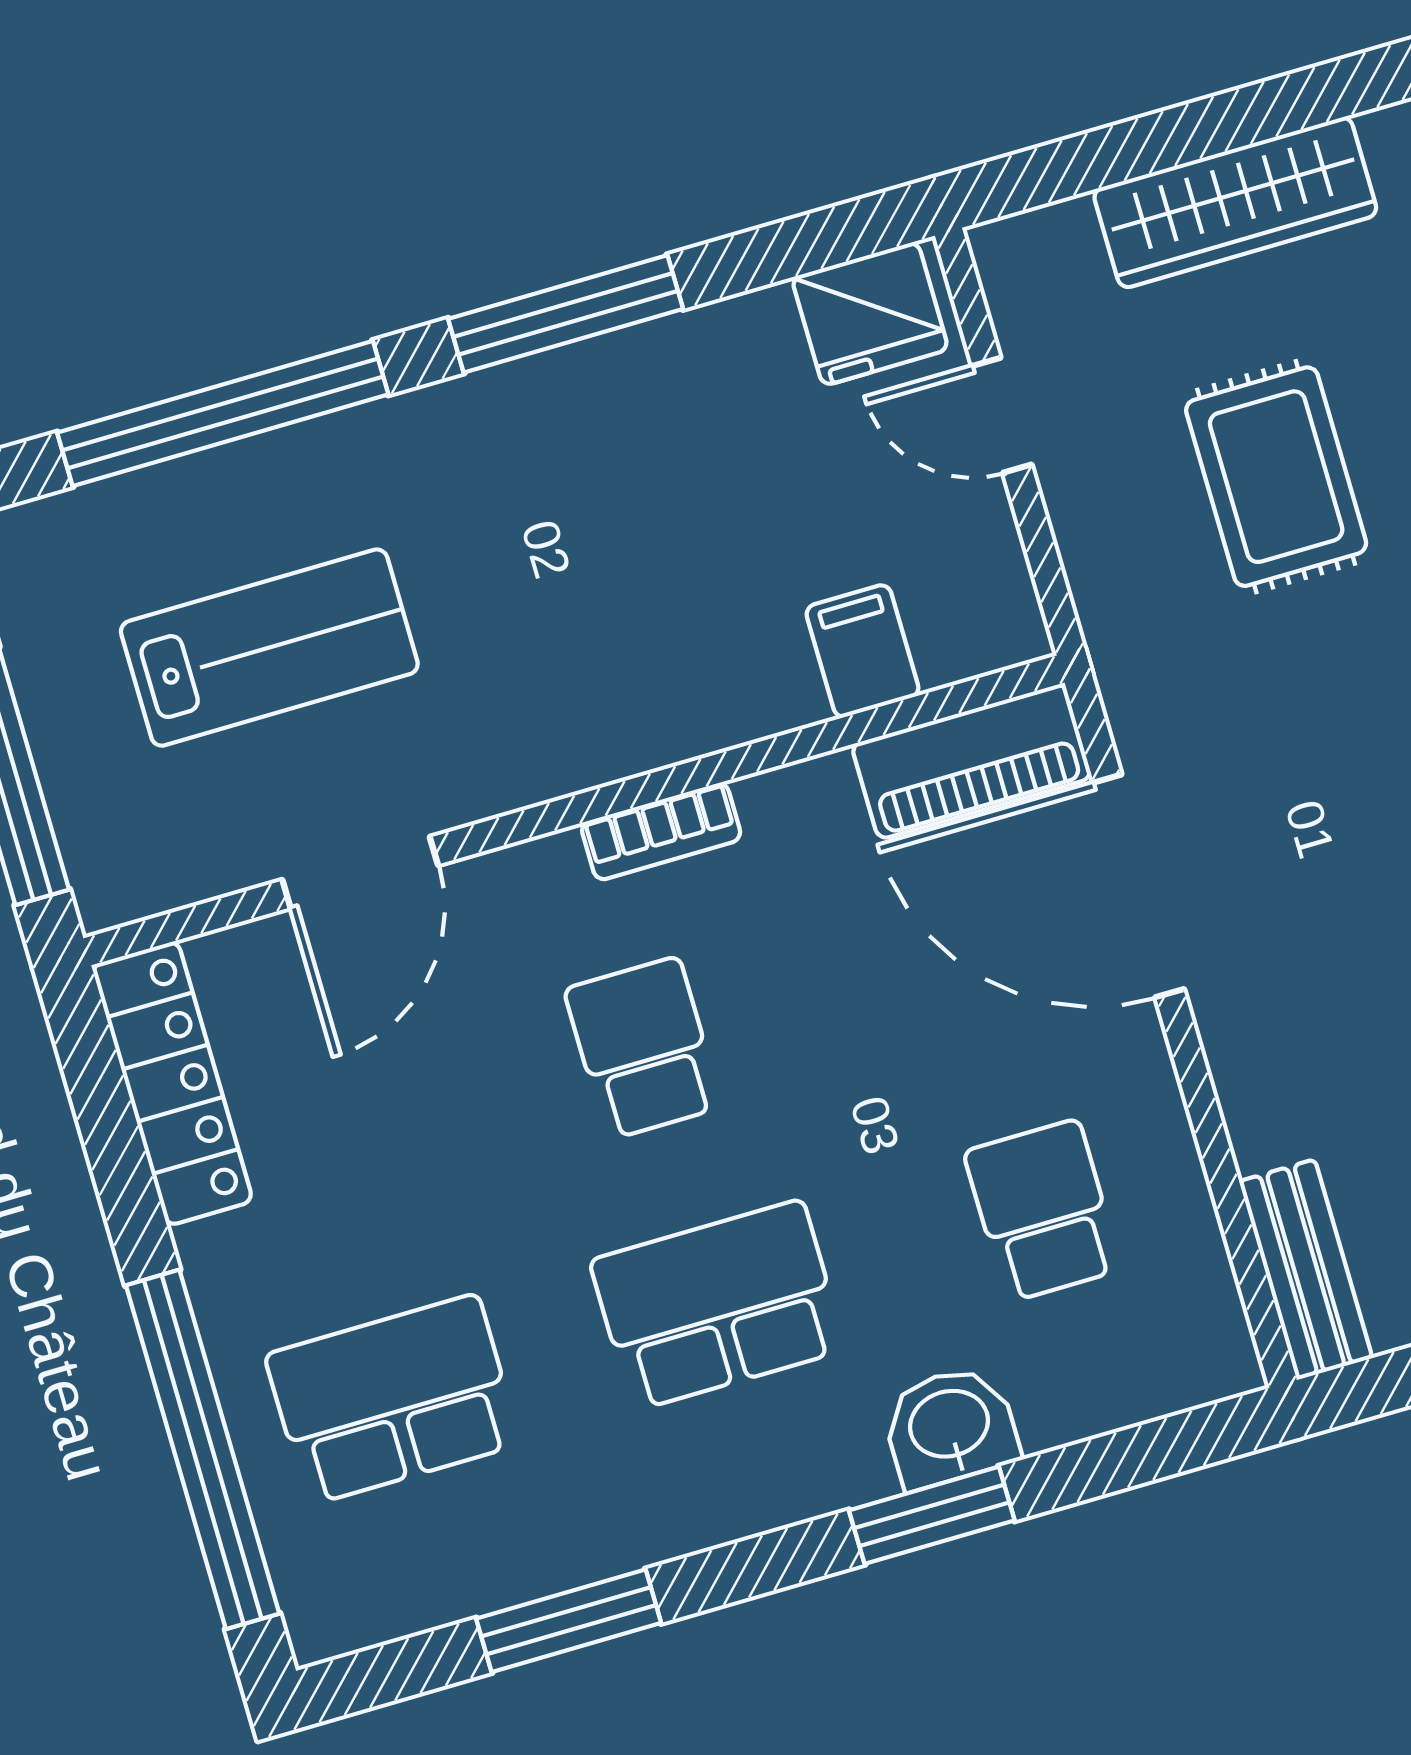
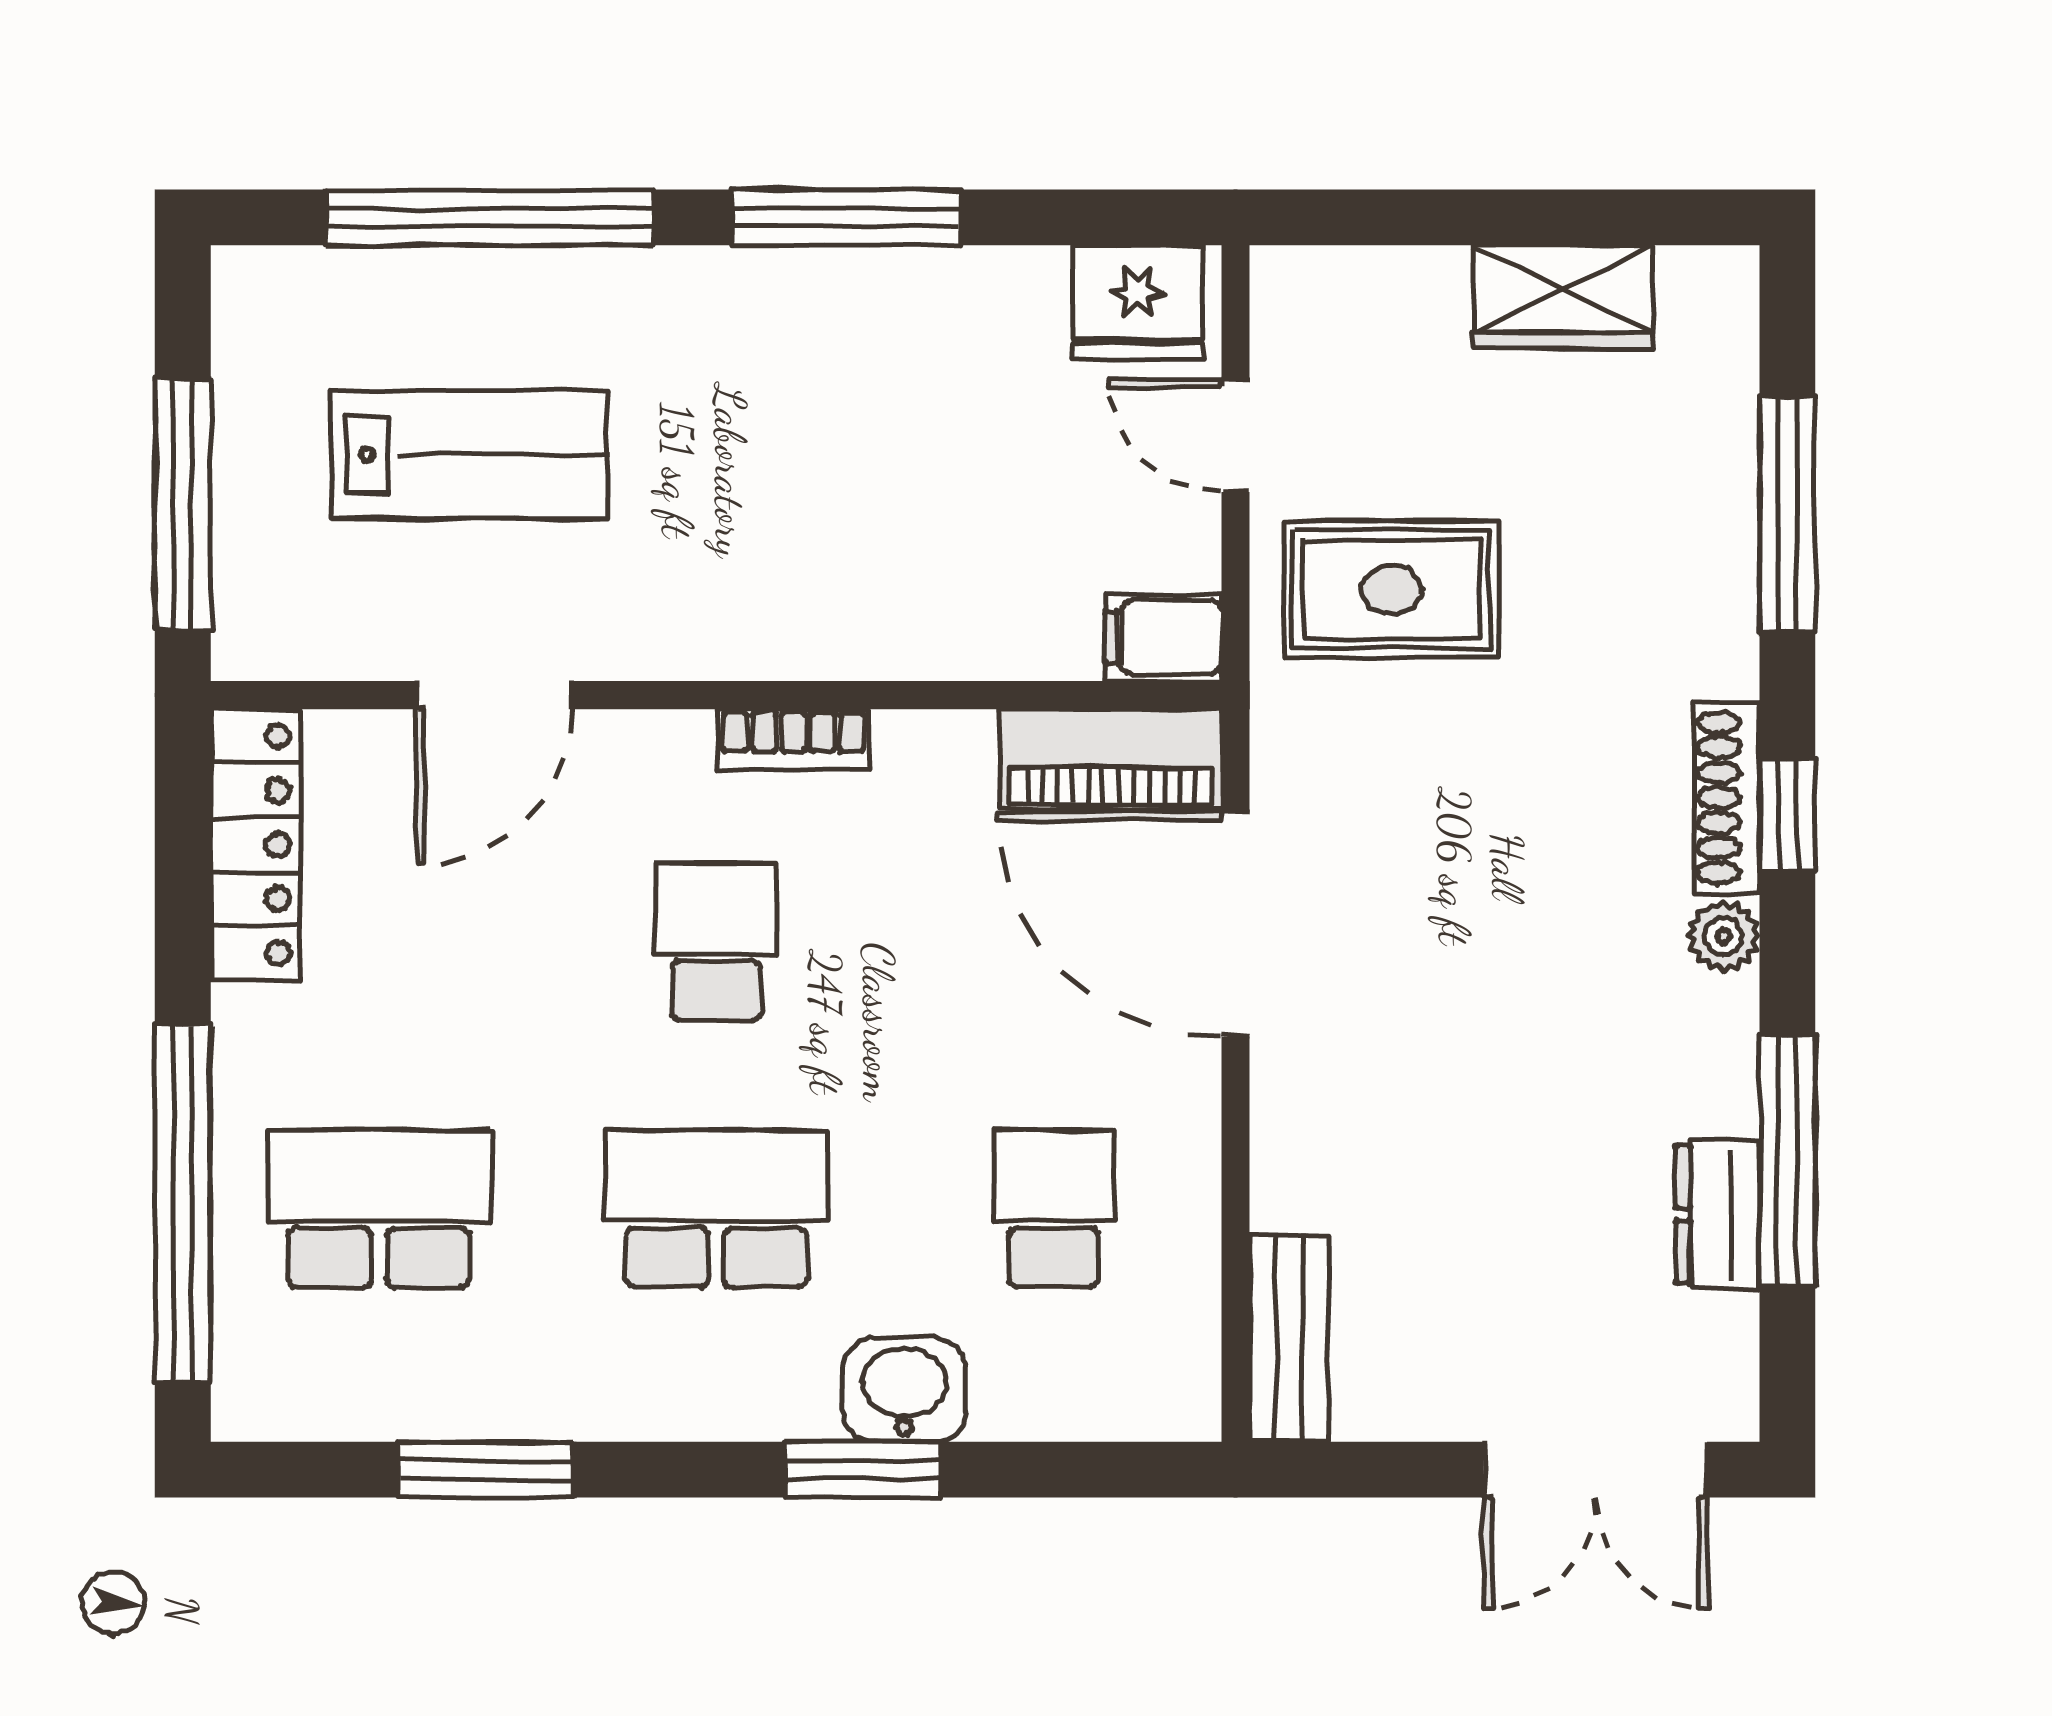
wardrobe: (1235, 202) -> (1563, 297), width x0.67
rug: (1276, 477) -> (1391, 589), moved, turned 90
filing cabinet: (862, 651) -> (1163, 637), moved, turned -90

